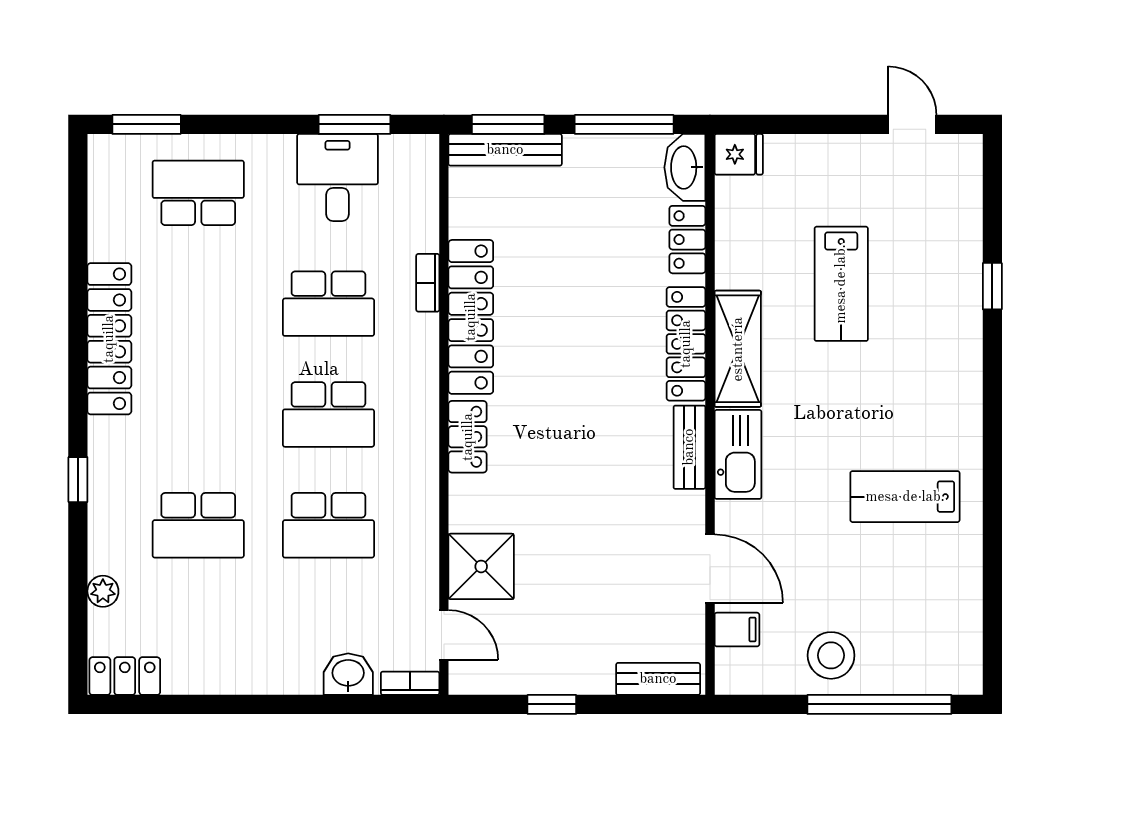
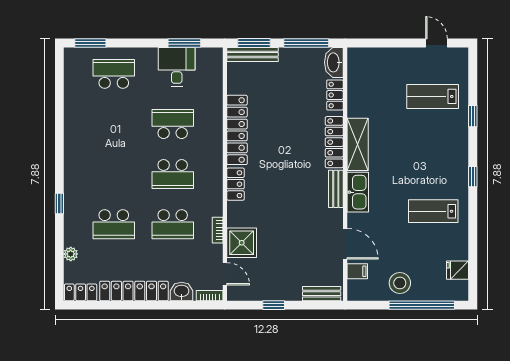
fridge: (739, 154) -> (458, 270), moved, turned 180
bookcase: (428, 283) -> (218, 230), moved
lab bench: (841, 284) -> (433, 96), moved, turned 90
school desk: (328, 304) -> (173, 124), turned 180
locker: (109, 339) -> (134, 291), moved, turned -90
window: (992, 420) -> (473, 177), added

